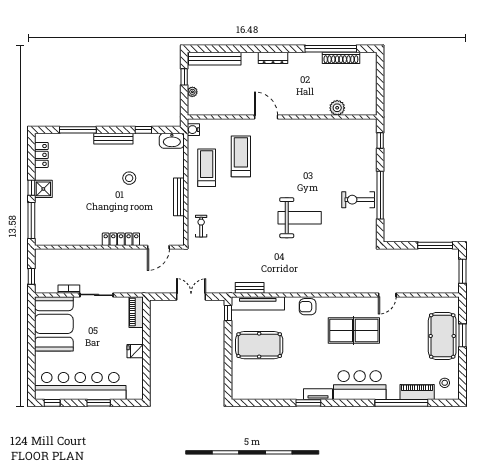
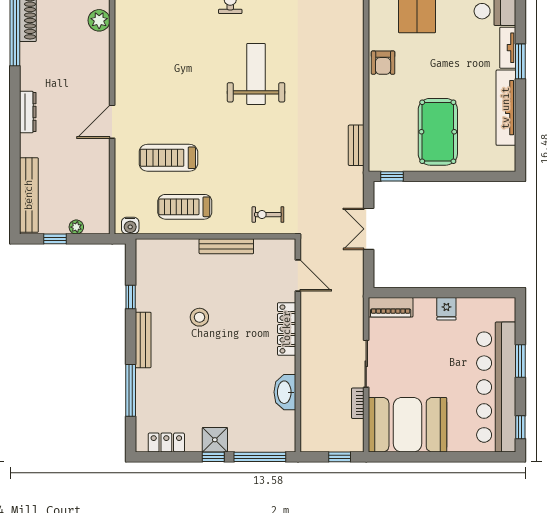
washbasin: (172, 141) -> (285, 392), moved, turned 180
tv unit: (258, 303) -> (506, 108), moved, turned 180

